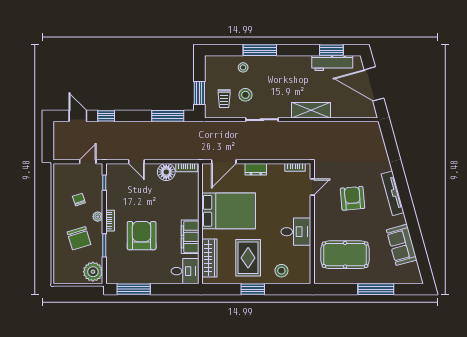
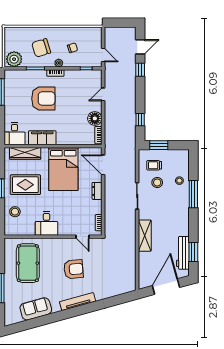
window: (168, 116) -> (140, 120), width x0.46

